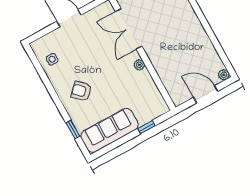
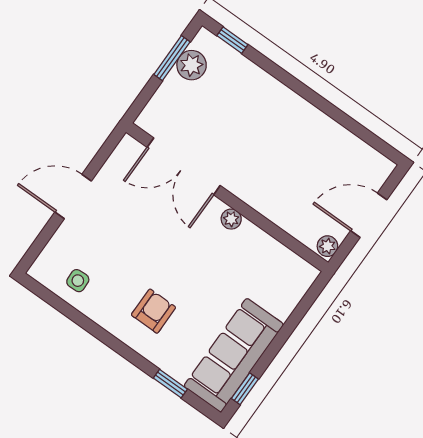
plant: (224, 75) -> (327, 246), moved
armchair: (81, 91) -> (154, 311), turned 136
window: (146, 127) -> (245, 389), moved

